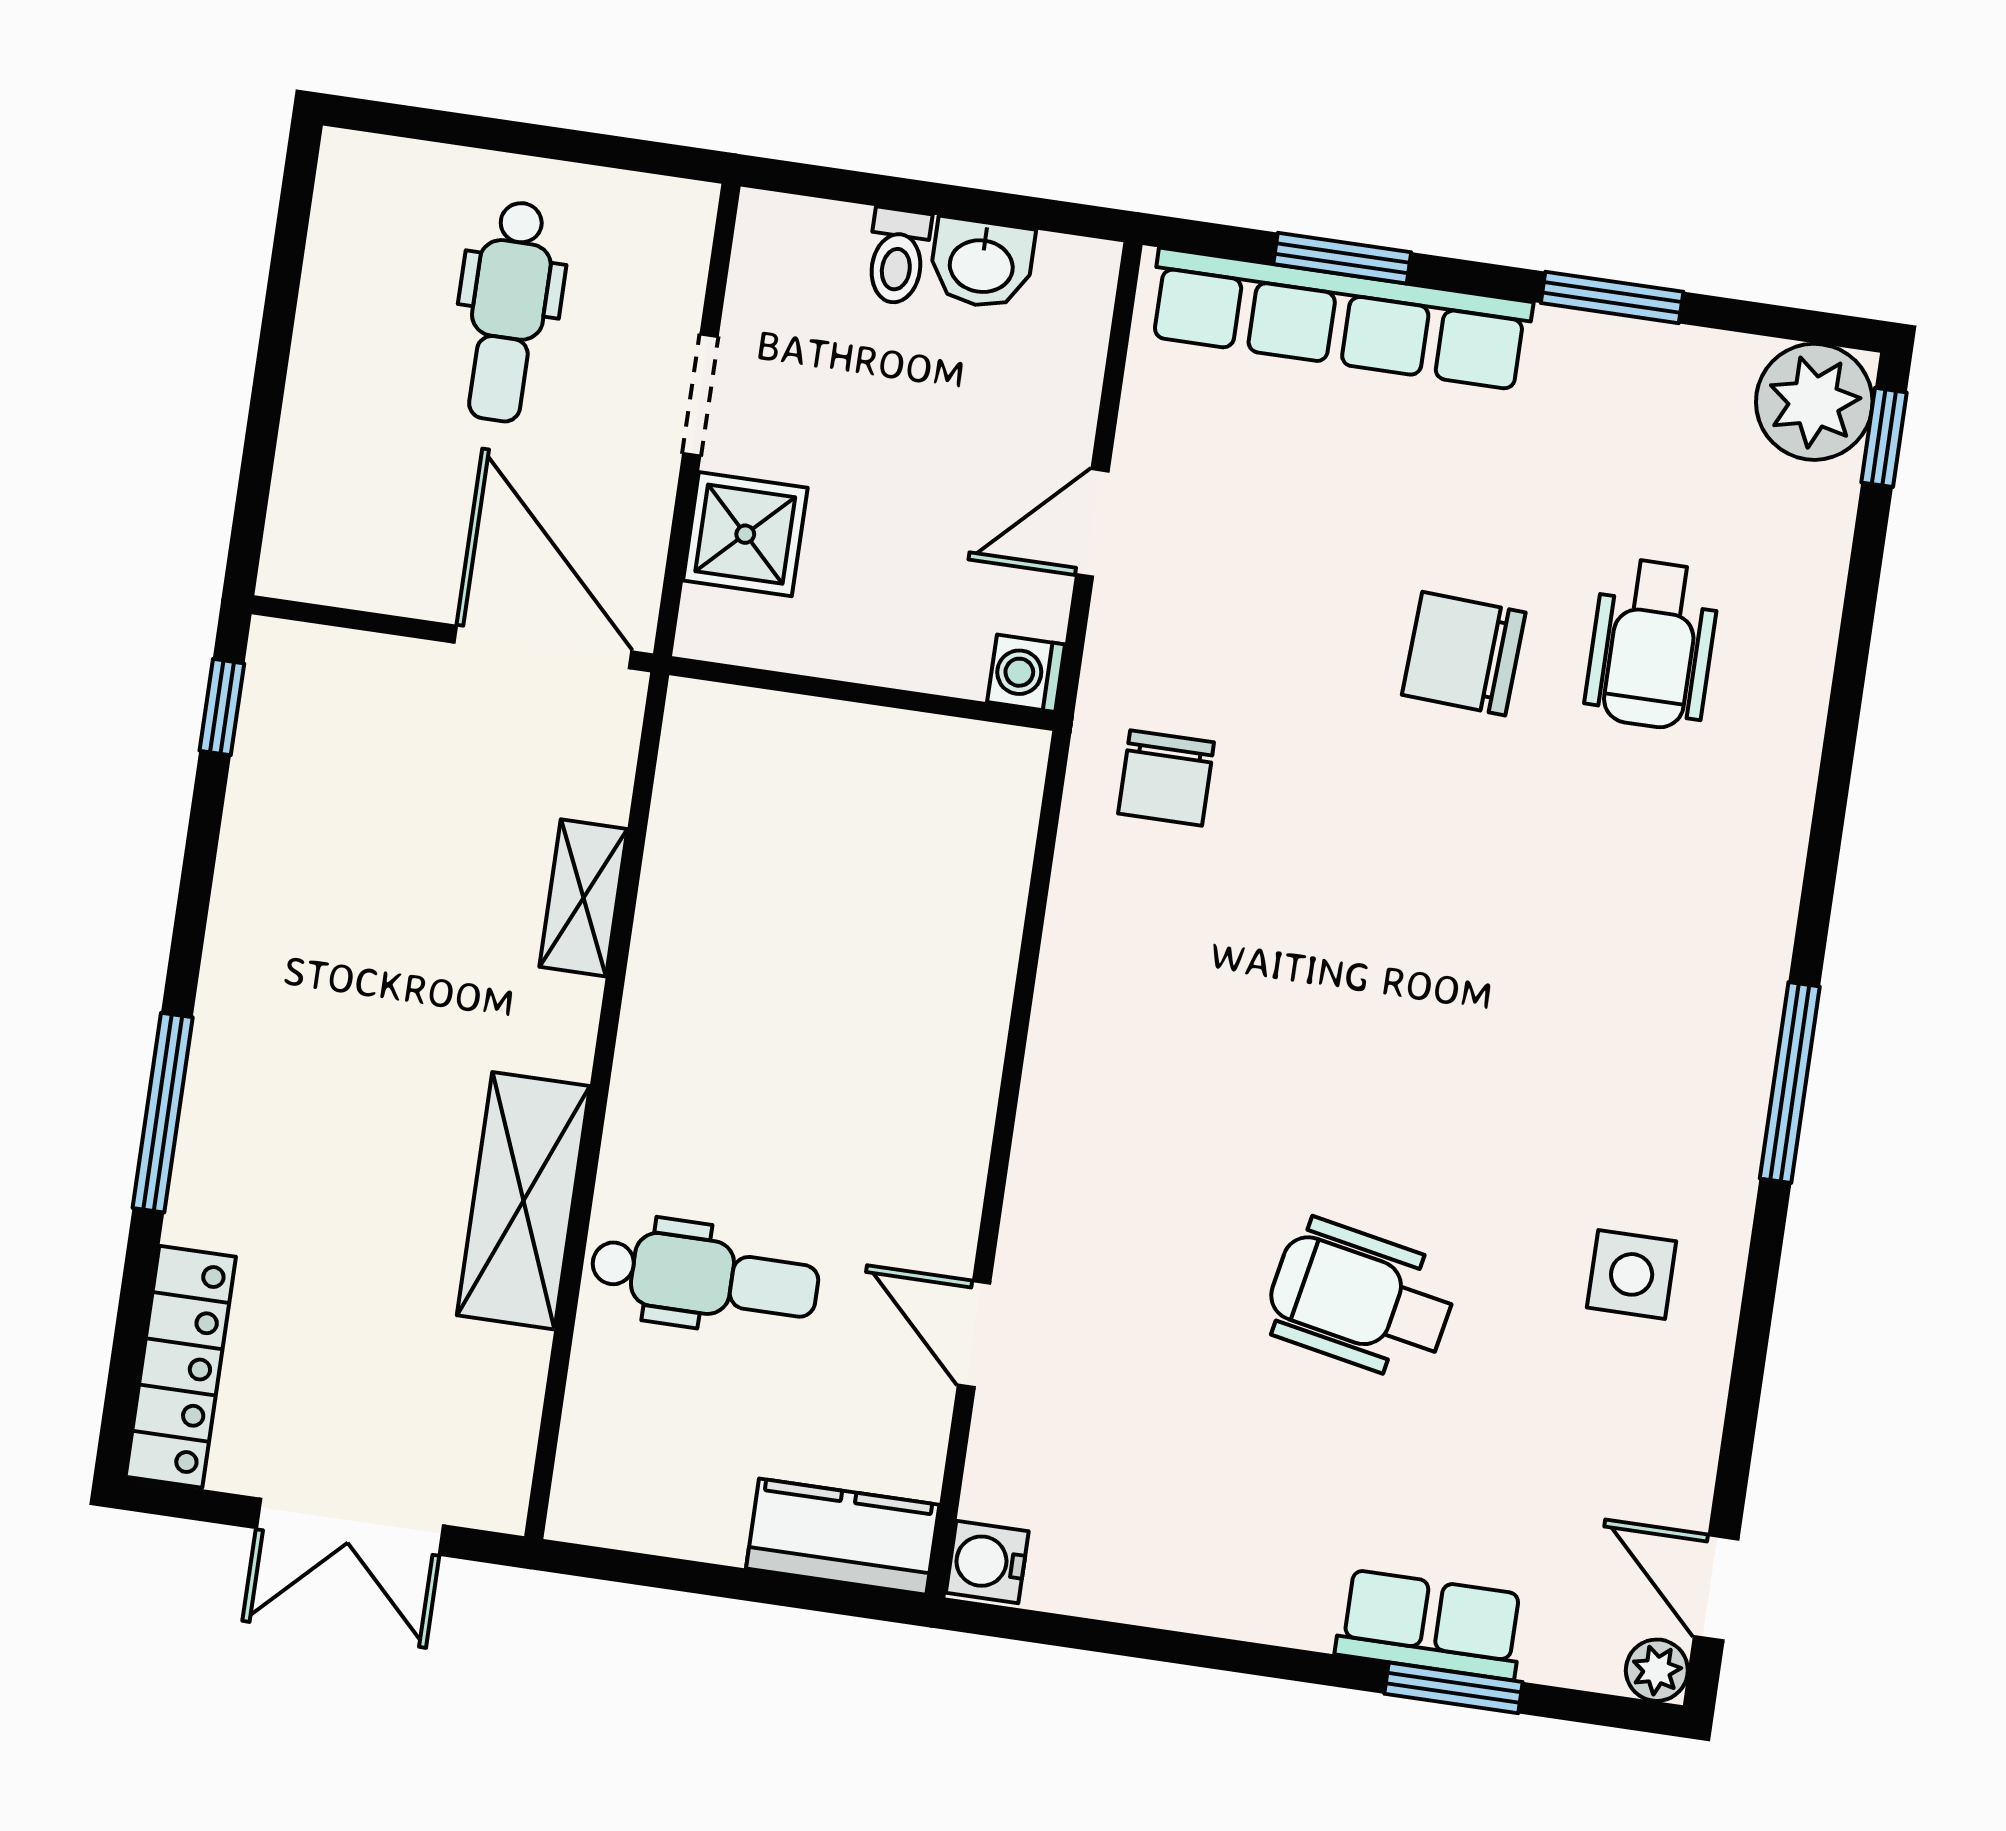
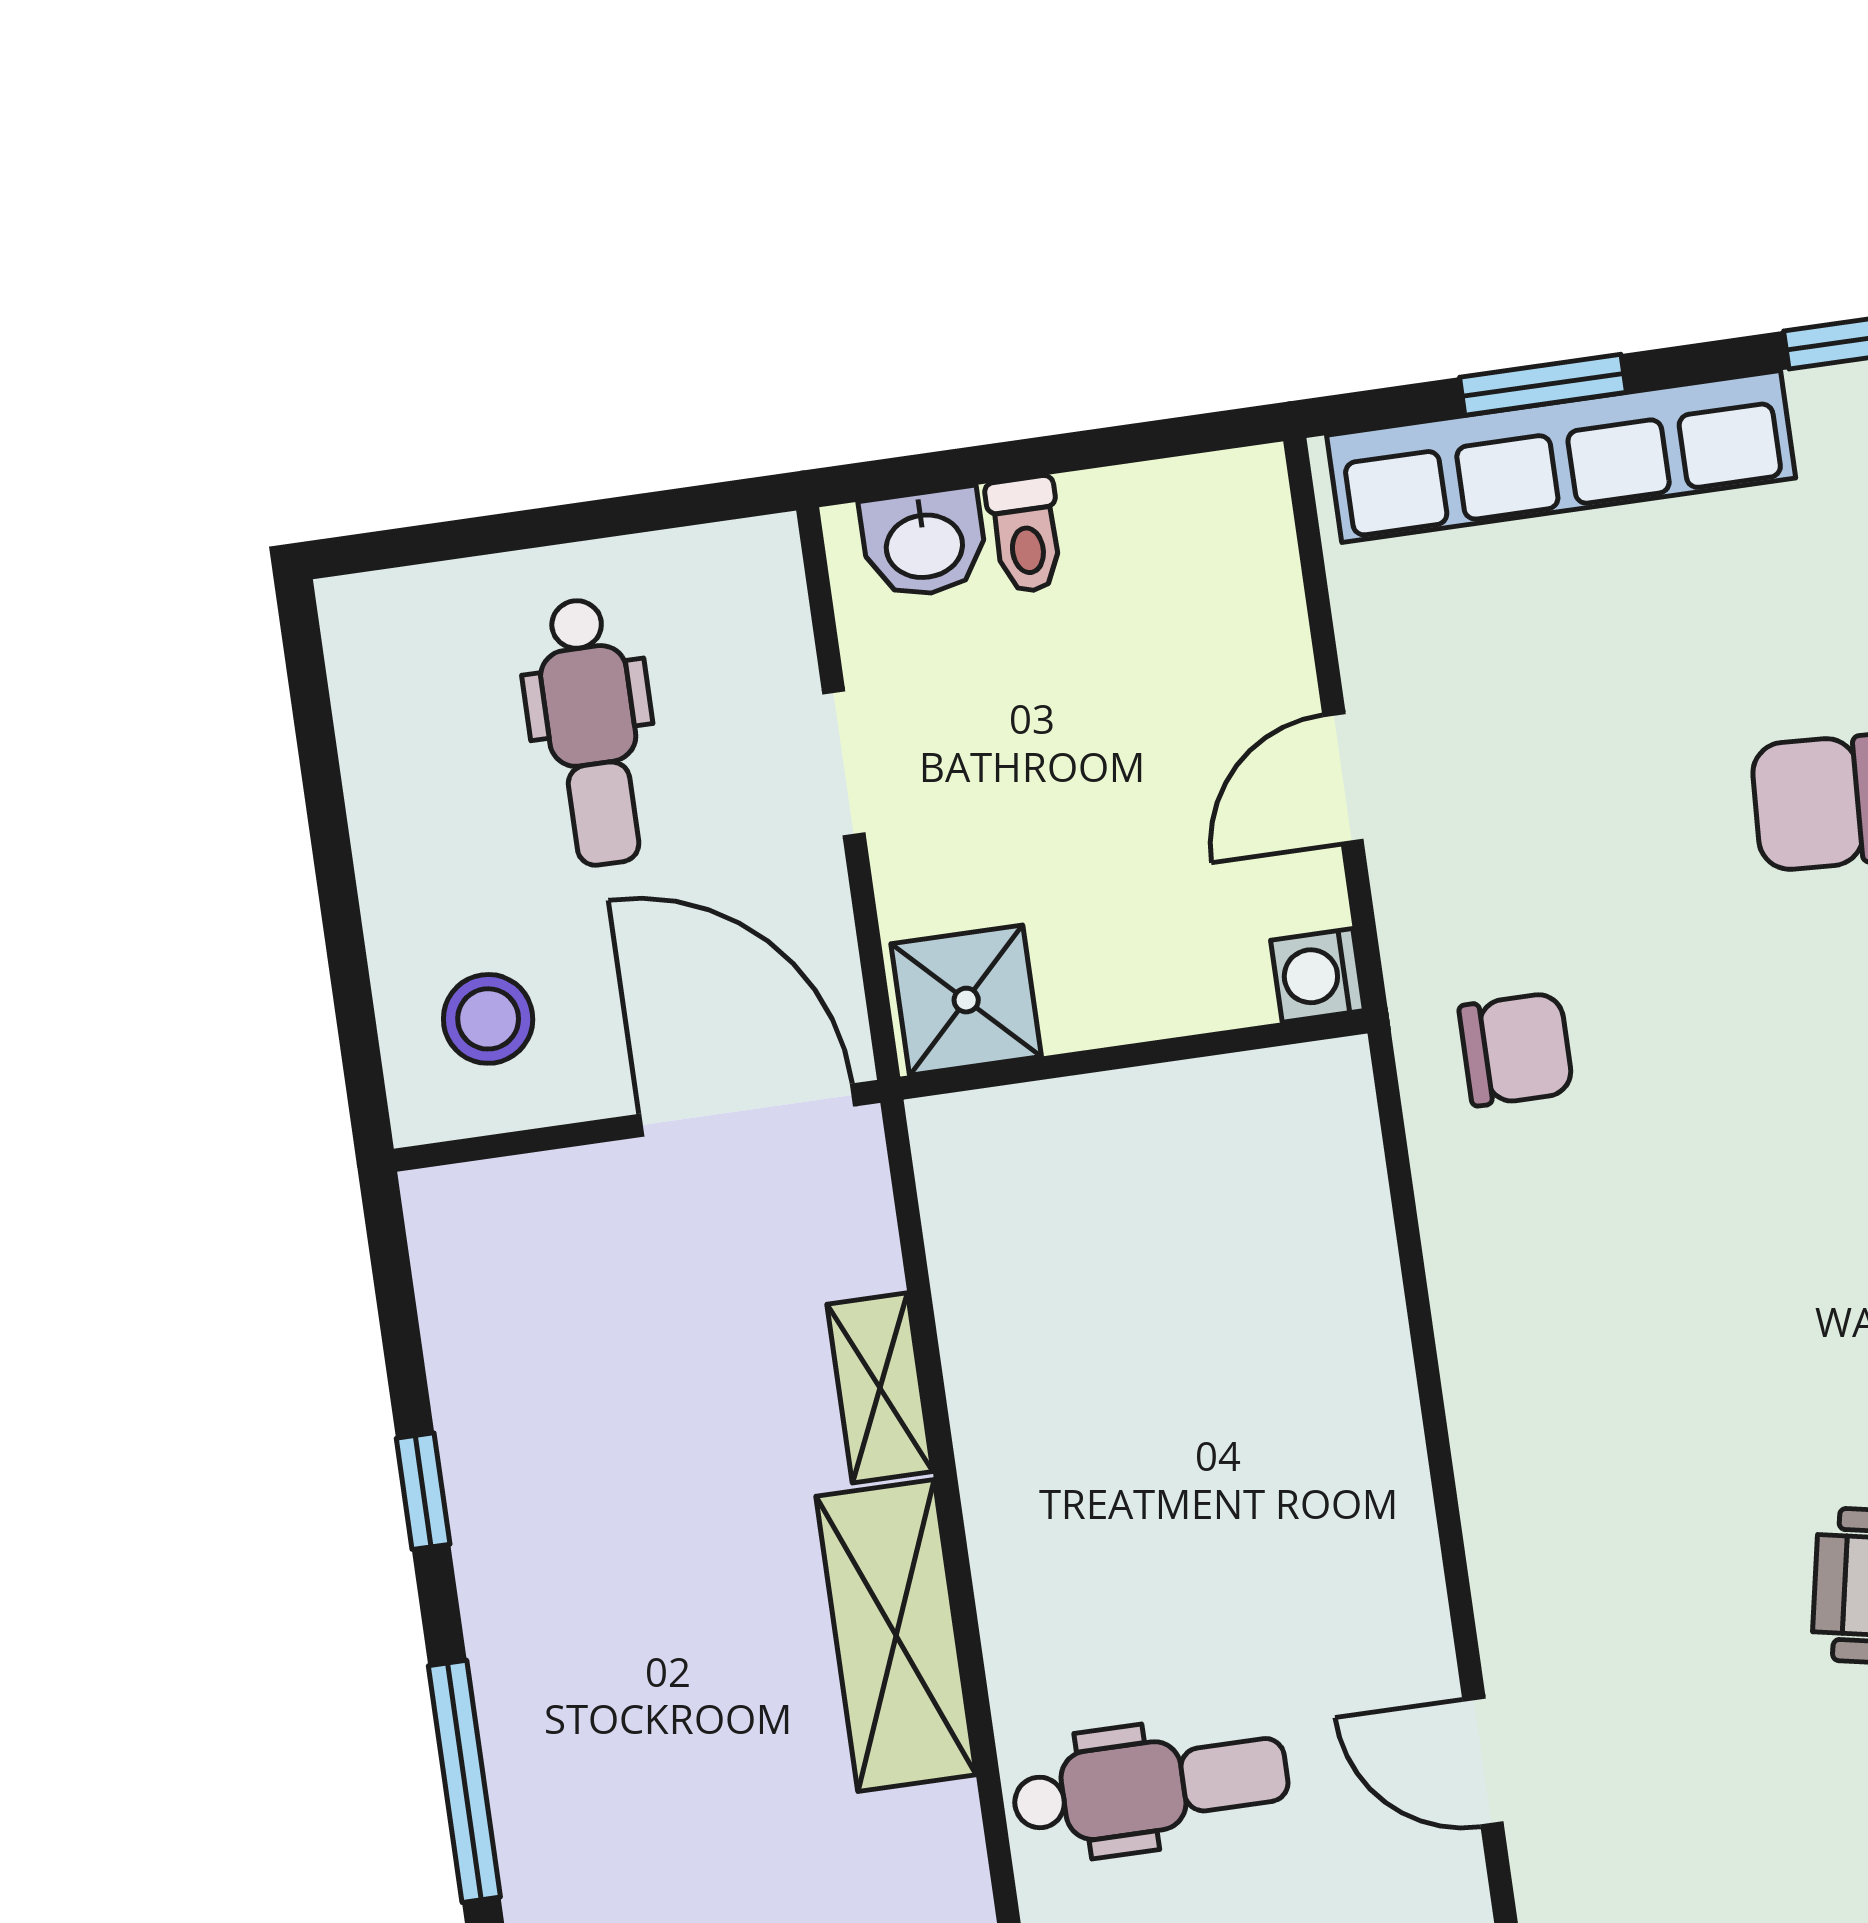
washbasin: (982, 264) -> (924, 543), moved
stool: (359, 514) -> (488, 1019), added
shower: (745, 534) -> (966, 1000), moved
window: (222, 707) -> (423, 1491), moved
chair: (1166, 778) -> (1516, 1049), turned -90
shelving: (523, 1201) -> (896, 1635), moved

